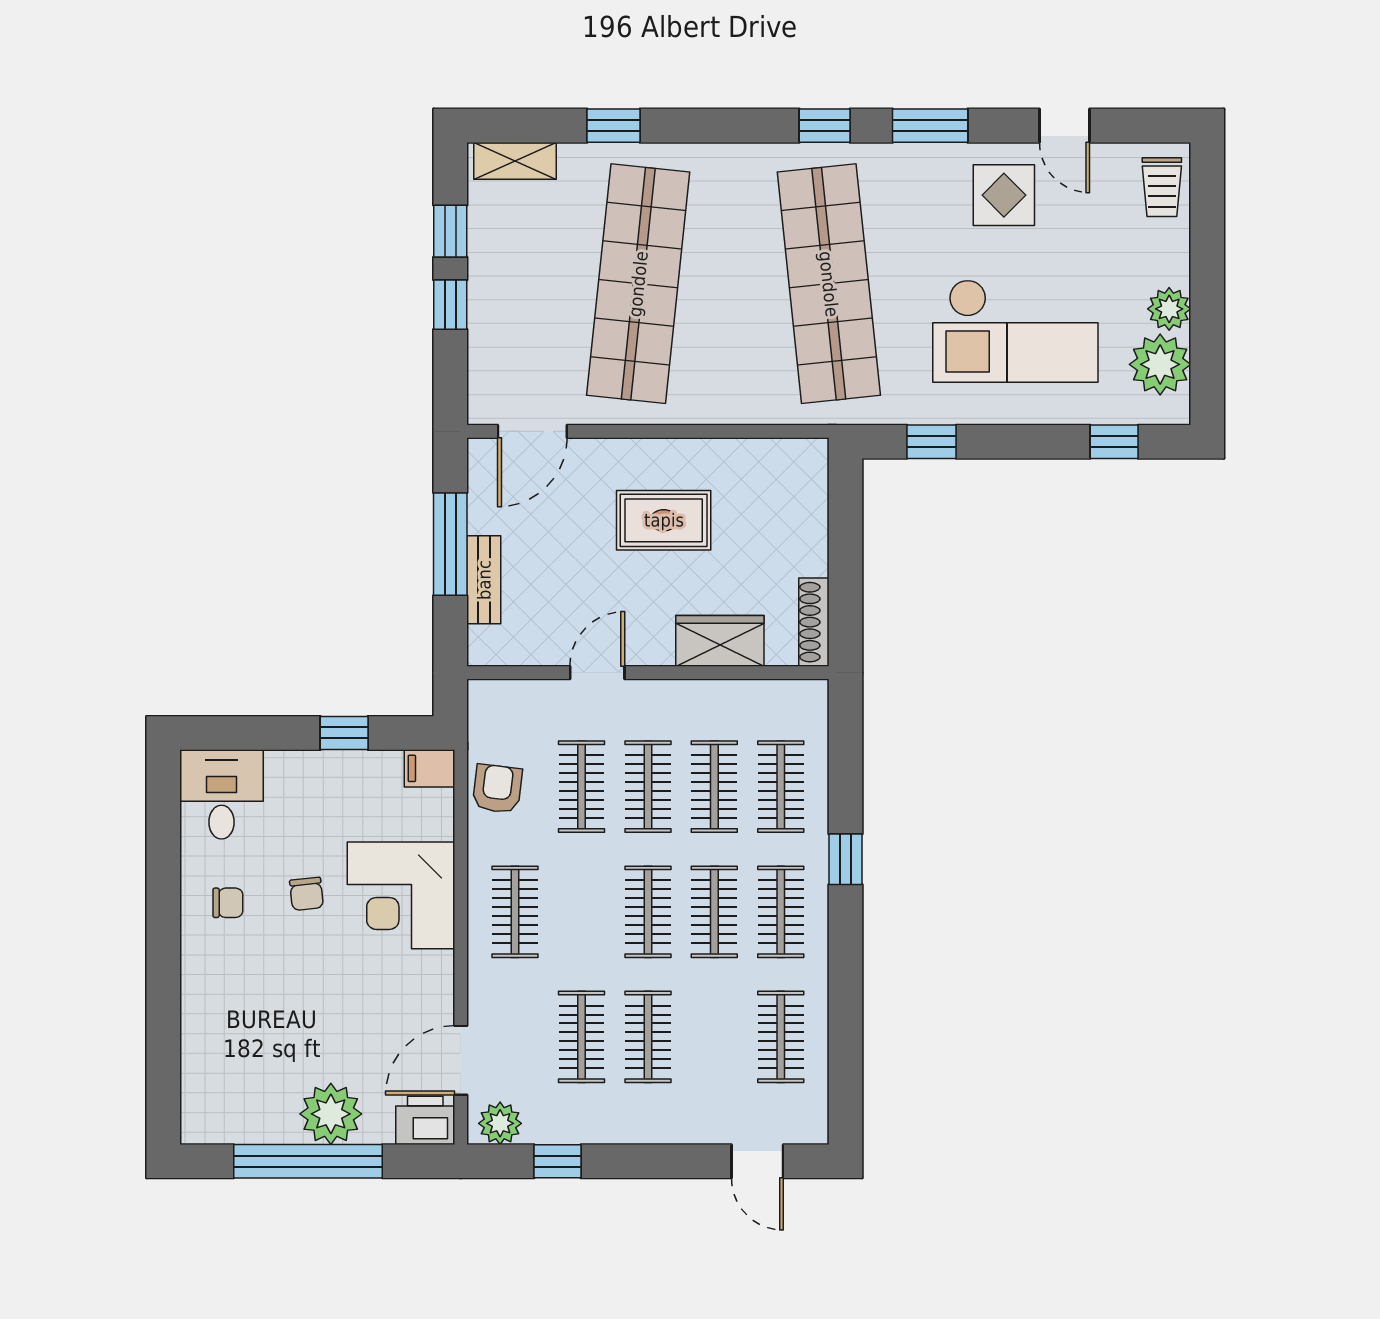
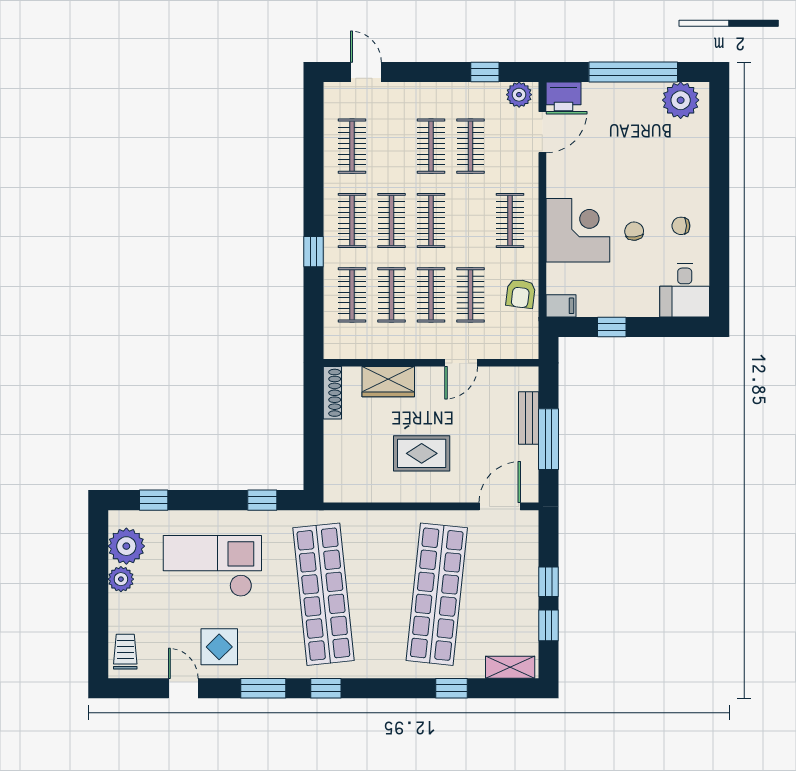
plant: (331, 1114) -> (681, 100), moved

